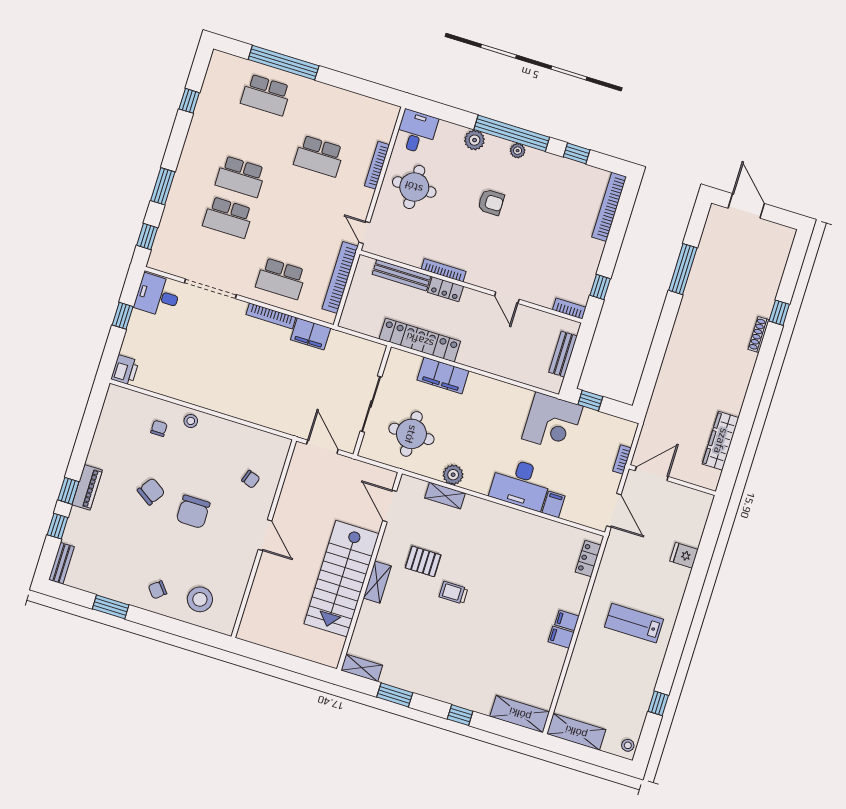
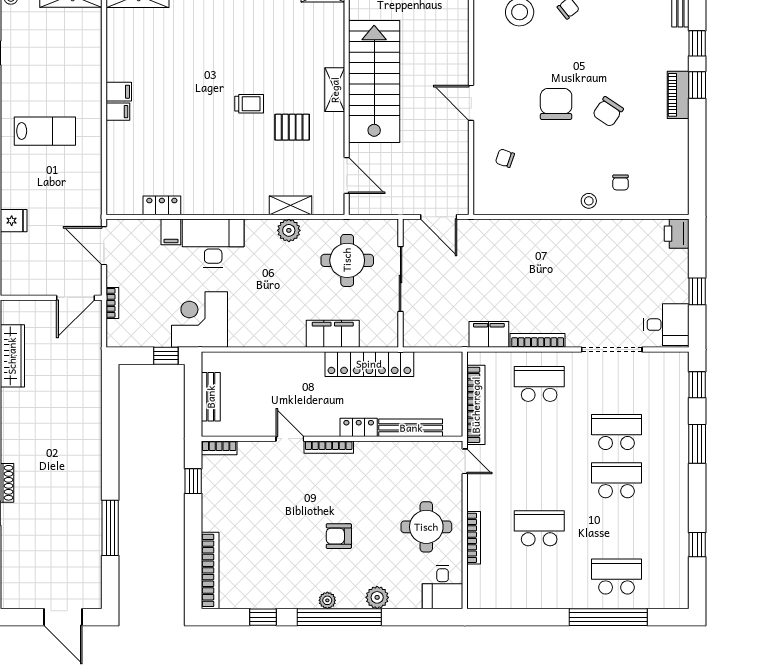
bookcase: (444, 270) -> (329, 447), moved
locker: (588, 559) -> (162, 205), moved, turned -90

